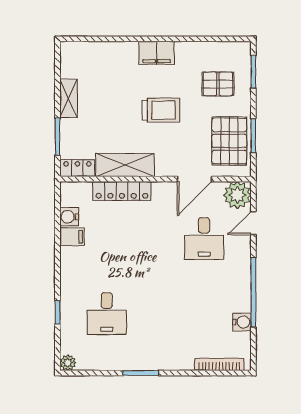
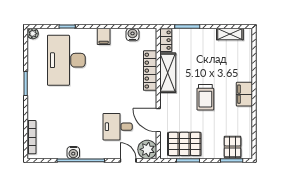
pallet: (218, 84) -> (233, 147), moved
shelving: (68, 98) -> (230, 34), moved
filing cabinet: (72, 237) -> (104, 36), moved
desk: (107, 314) -> (66, 60), width x1.87, depth x1.30
water cooler: (242, 322) -> (73, 153), moved

